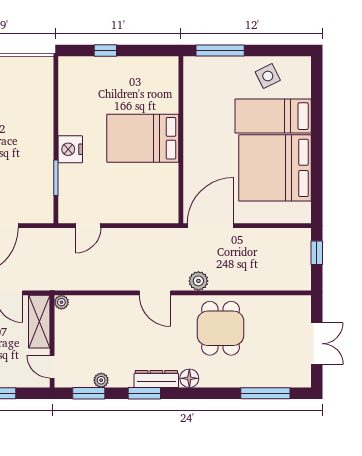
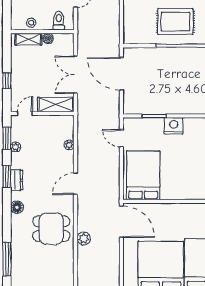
bed: (143, 138) -> (143, 175), moved
plant: (198, 281) -> (84, 239), moved
plant: (61, 302) -> (69, 145), moved
dresser: (156, 379) -> (17, 180), width x0.70

